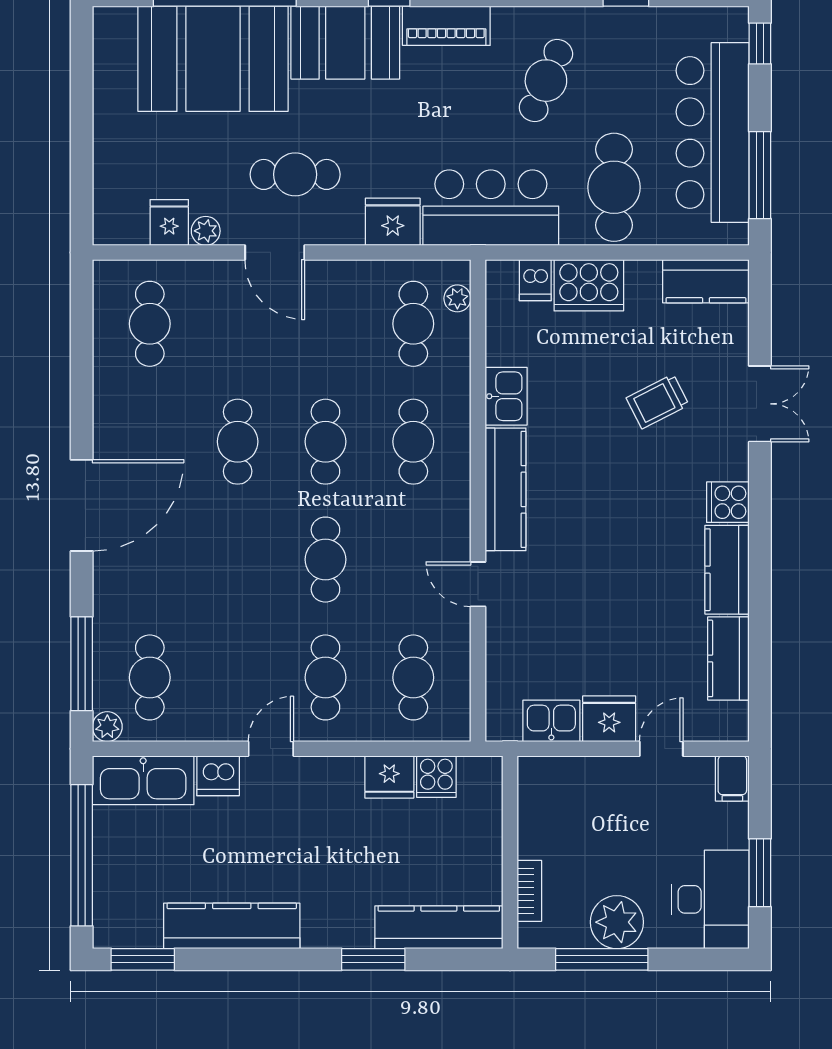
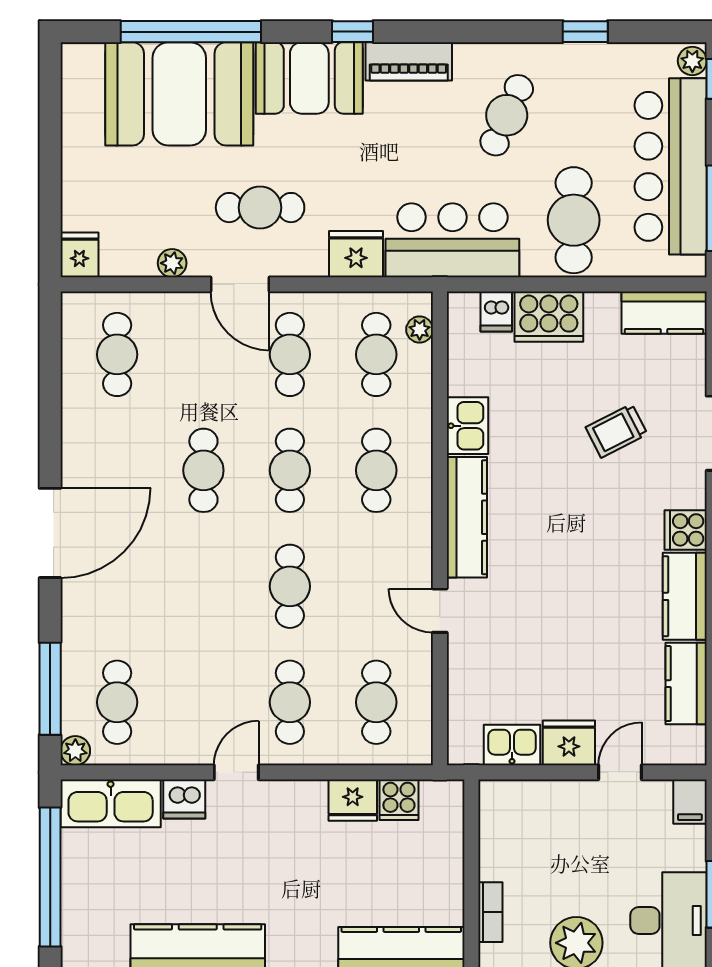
plant: (735, 25) -> (692, 61), added
fridge: (169, 222) -> (79, 255), moved
cafe table: (325, 324) -> (290, 354), added

